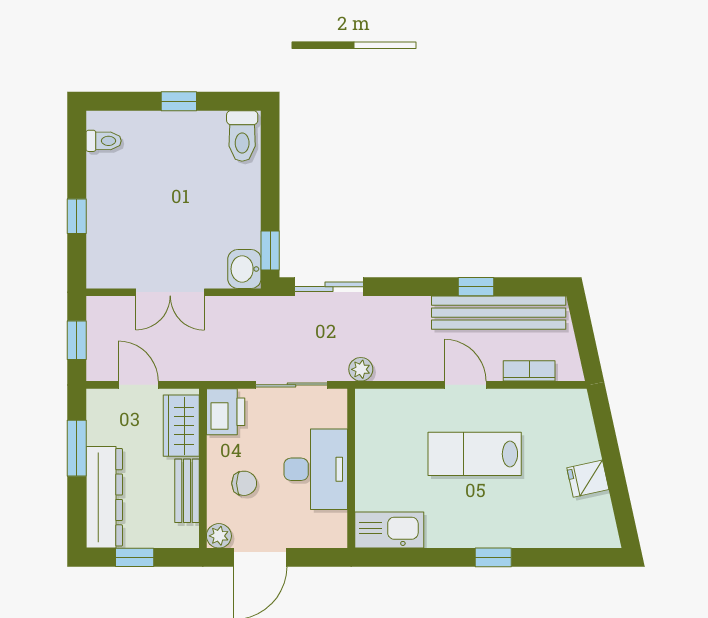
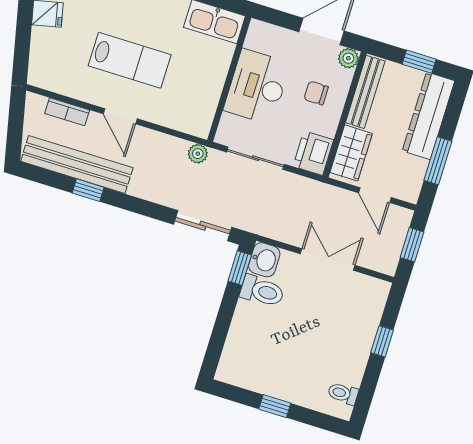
toilet: (242, 136) -> (262, 291), moved, turned 90
bench: (187, 491) -> (365, 92), width x1.36

